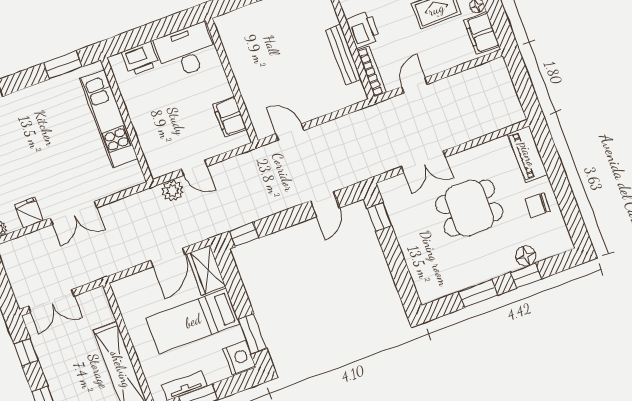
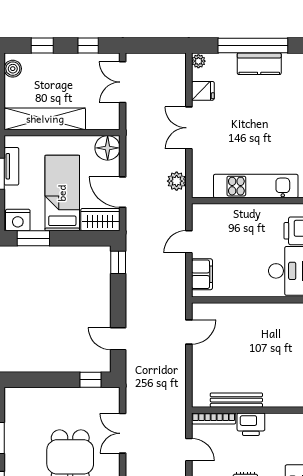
filing cabinet: (230, 117) -> (202, 274), moved, turned 90
plant: (172, 191) -> (177, 181), moved
floor lamp: (127, 291) -> (108, 148), added

